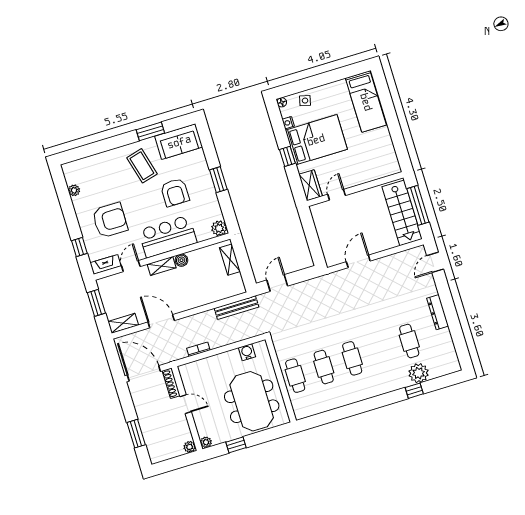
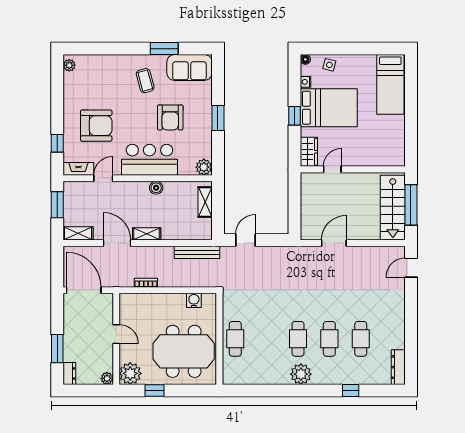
coffee table: (142, 166) -> (145, 81), width x0.73, depth x0.77
plant: (74, 190) -> (69, 65), moved
shelving: (162, 266) -> (147, 234), moved
dresser: (438, 312) -> (398, 367), moved
cafe table: (324, 367) -> (329, 339), moved
plant: (419, 373) -> (301, 374), moved
shoe rack: (171, 383) -> (108, 309), removed
meeting table: (252, 401) -> (184, 351), turned 90
plant: (206, 442) -> (130, 373), width x1.87, depth x1.87
dresser: (154, 453) -> (69, 373), added

